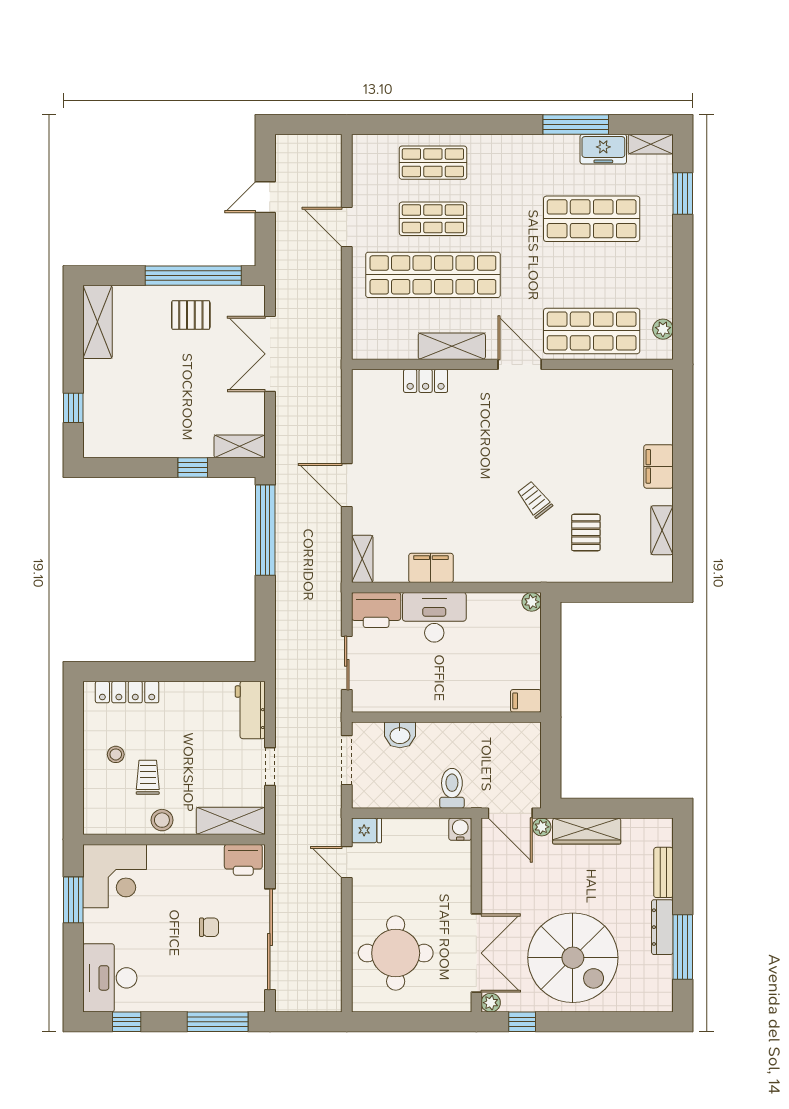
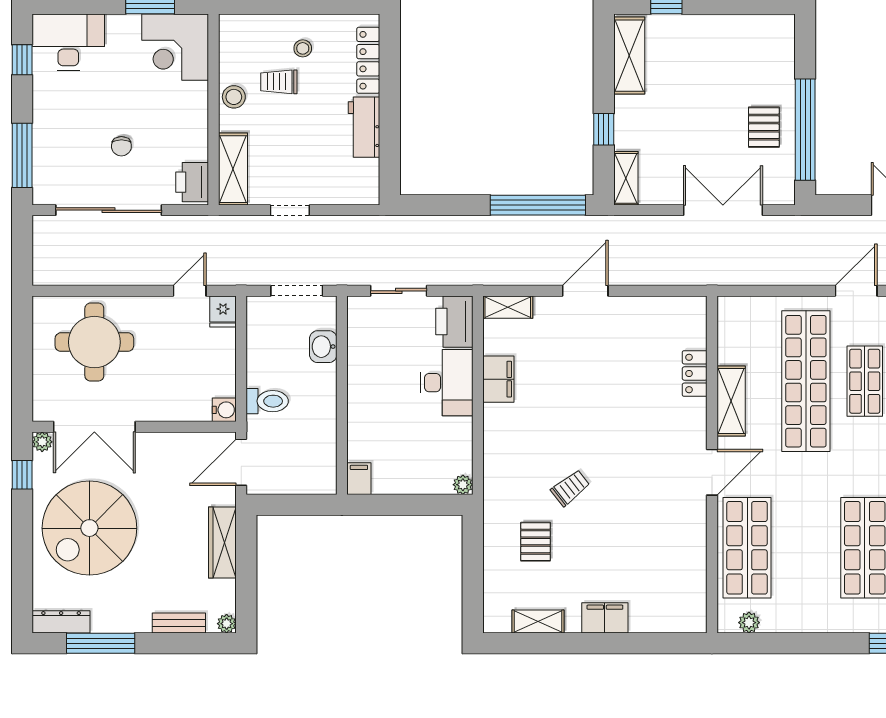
shelving: (98, 322) -> (629, 56), moved, turned 90
pallet: (586, 533) -> (536, 542), turned 90
workbench: (250, 710) -> (364, 127), moved, turned -90
trolley: (148, 777) -> (279, 82), turned 180
plant: (542, 827) -> (227, 624), moved
dresser: (662, 927) -> (61, 622), moved

